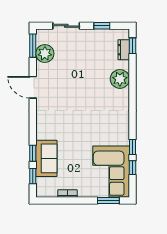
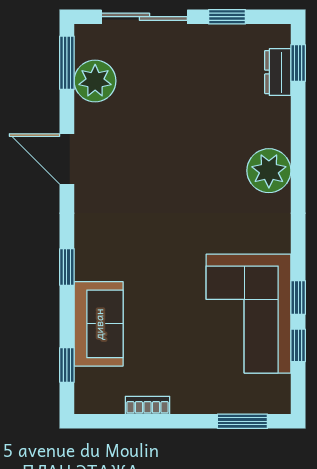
sliding door: (66, 26) -> (144, 17), width x1.37
plant: (120, 79) -> (269, 171), moved
window: (33, 153) -> (67, 267), moved
corner sofa: (111, 171) -> (248, 314), moved

